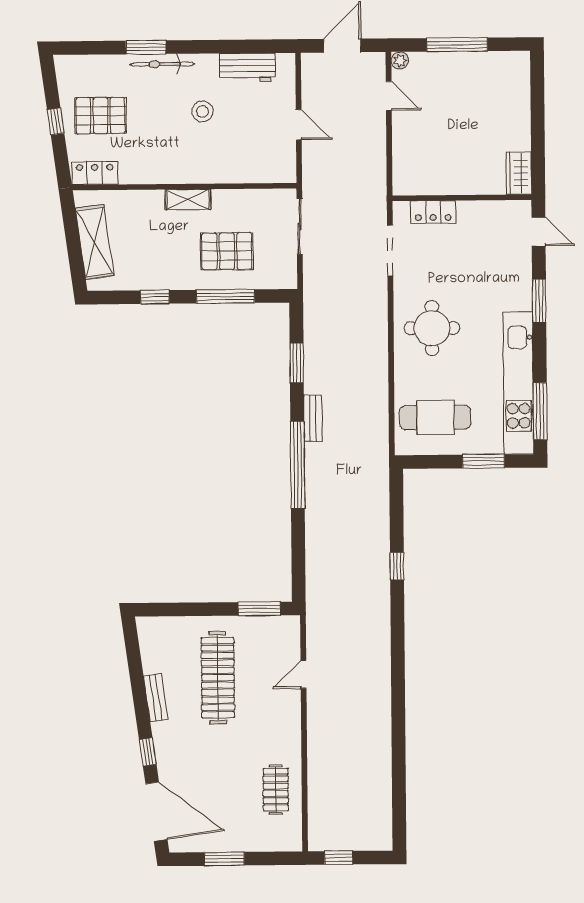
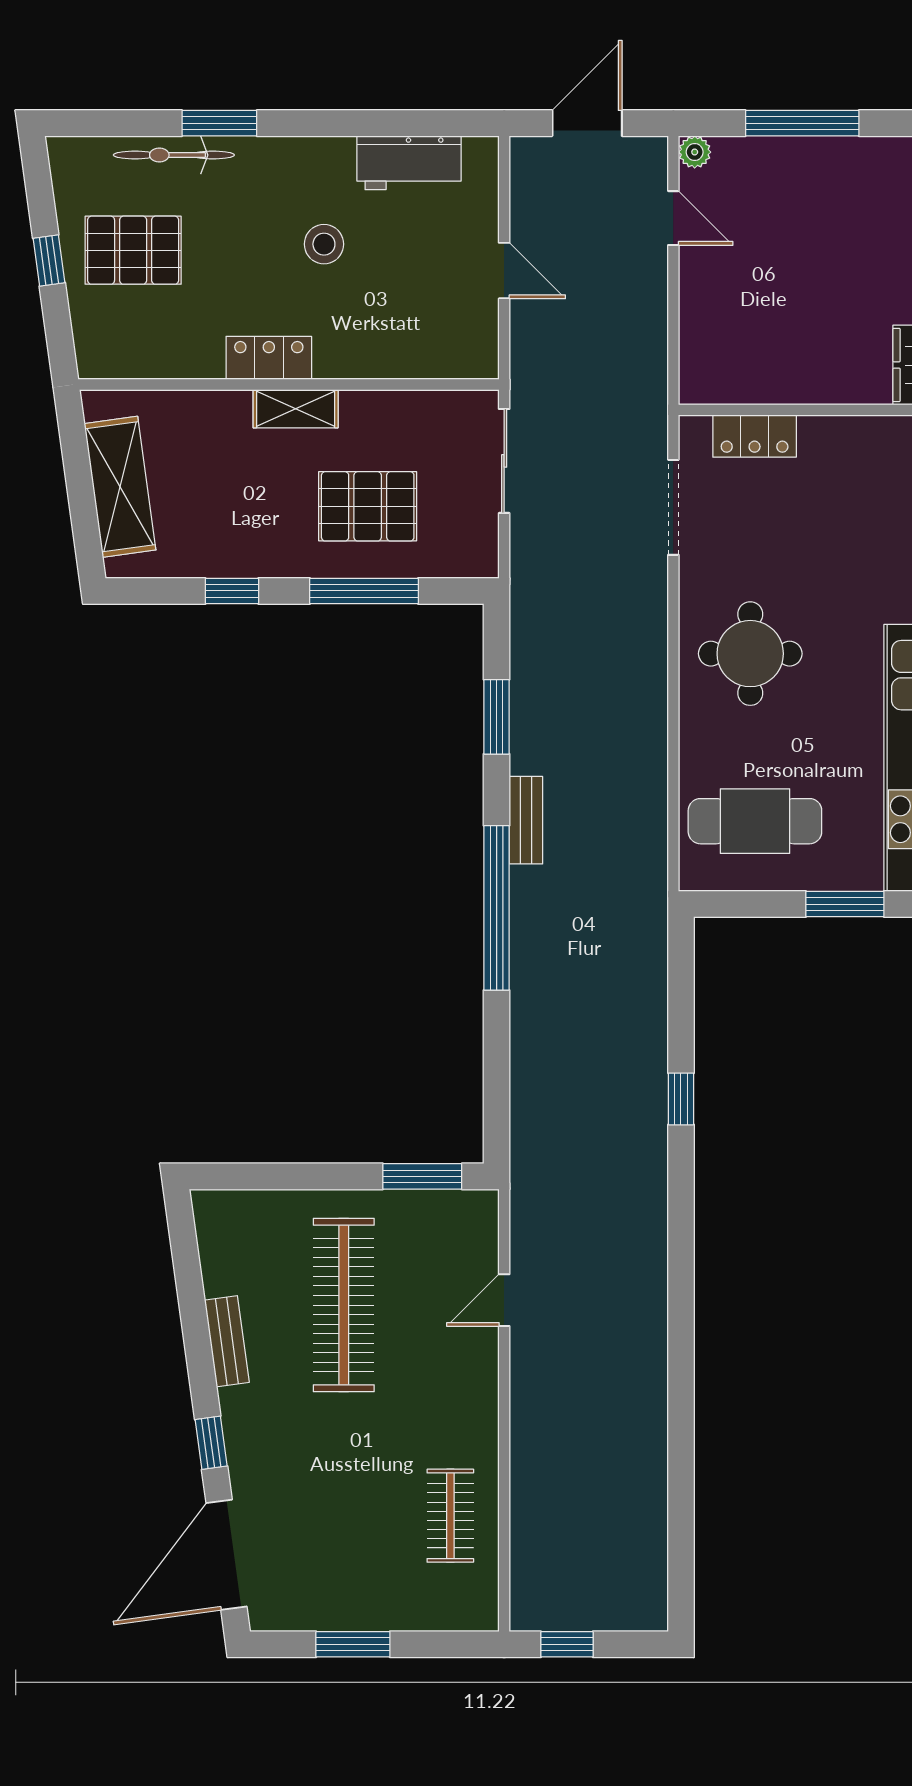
bicycle: (162, 64) -> (174, 155), moved
locker: (95, 173) -> (269, 358), moved
door: (156, 812) -> (226, 1555), swing flipped

